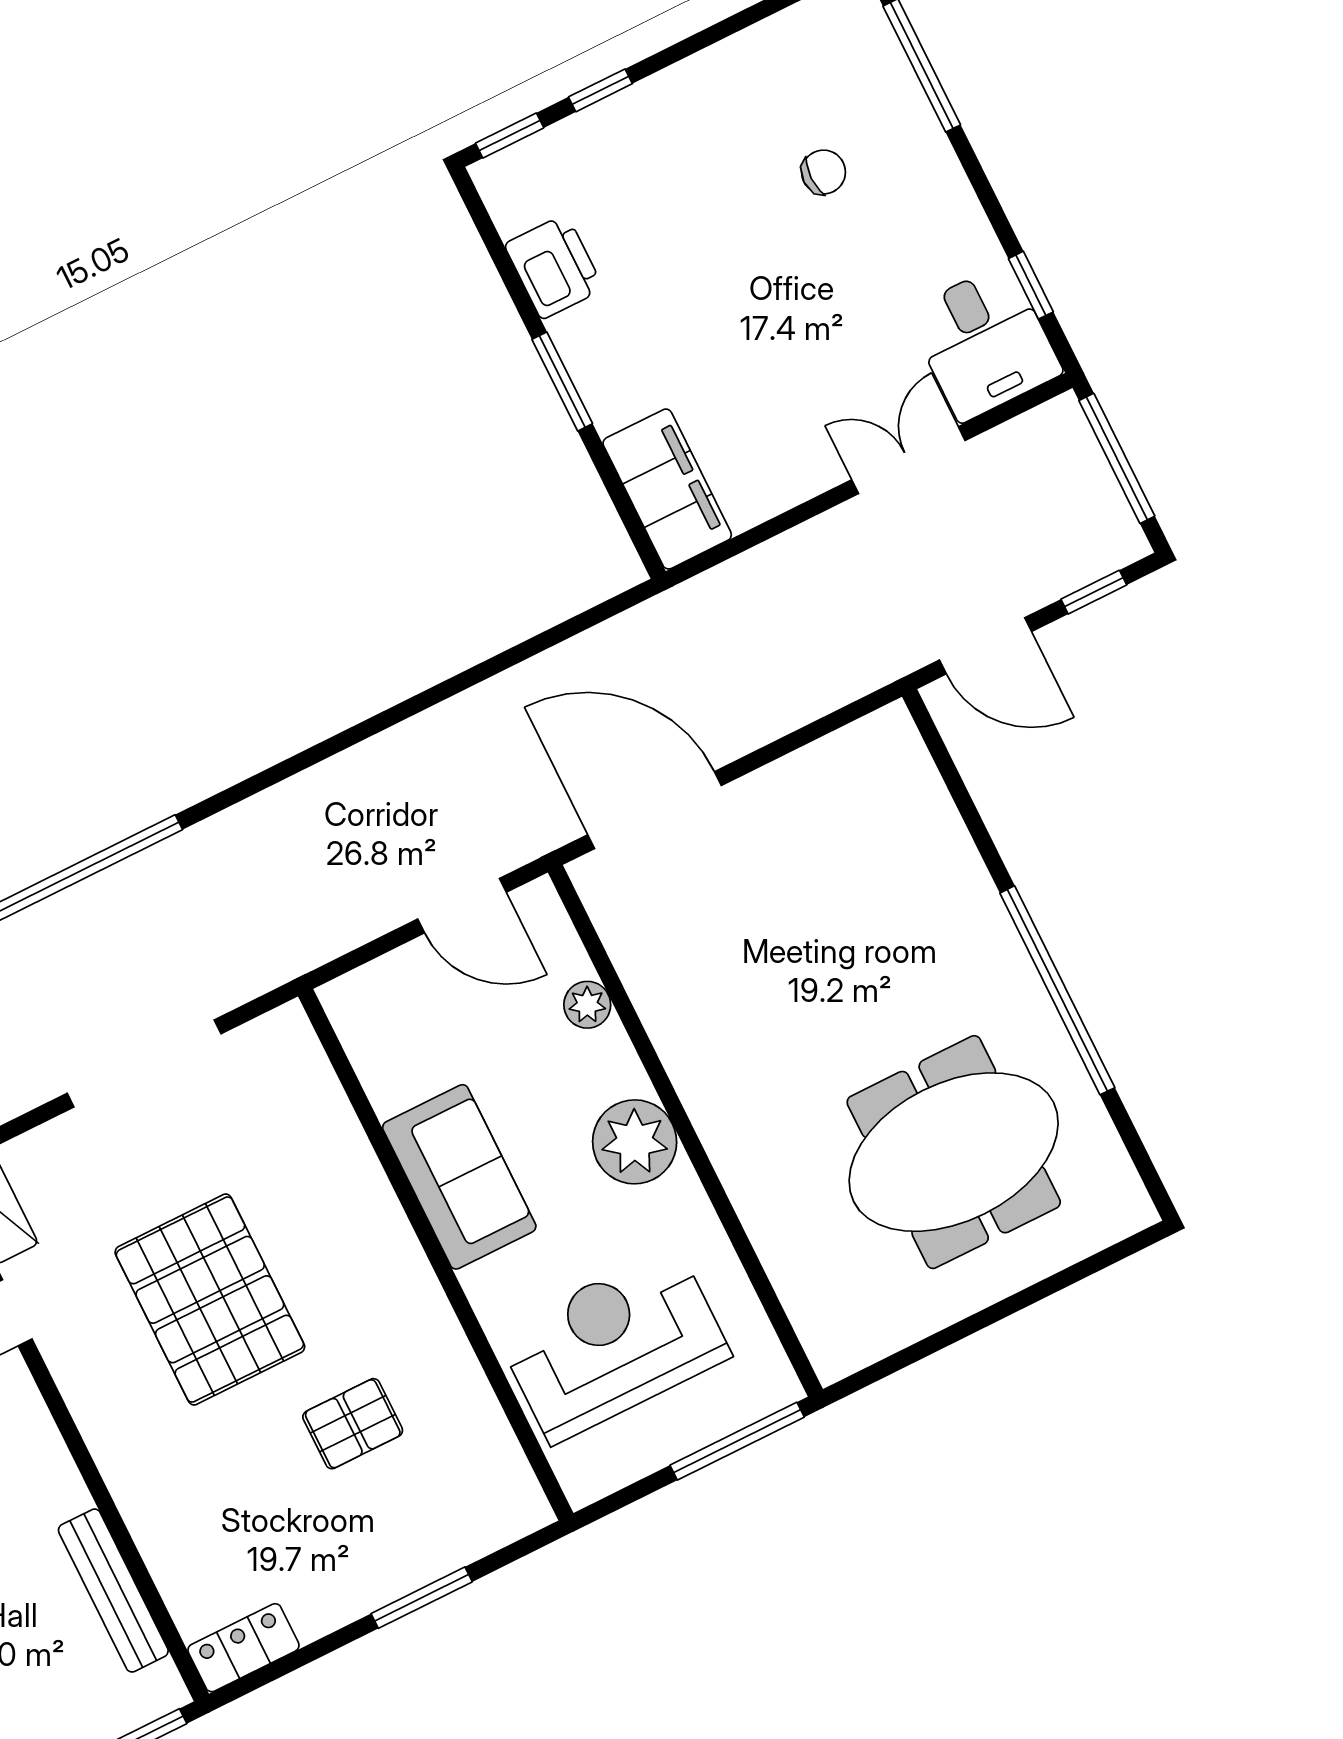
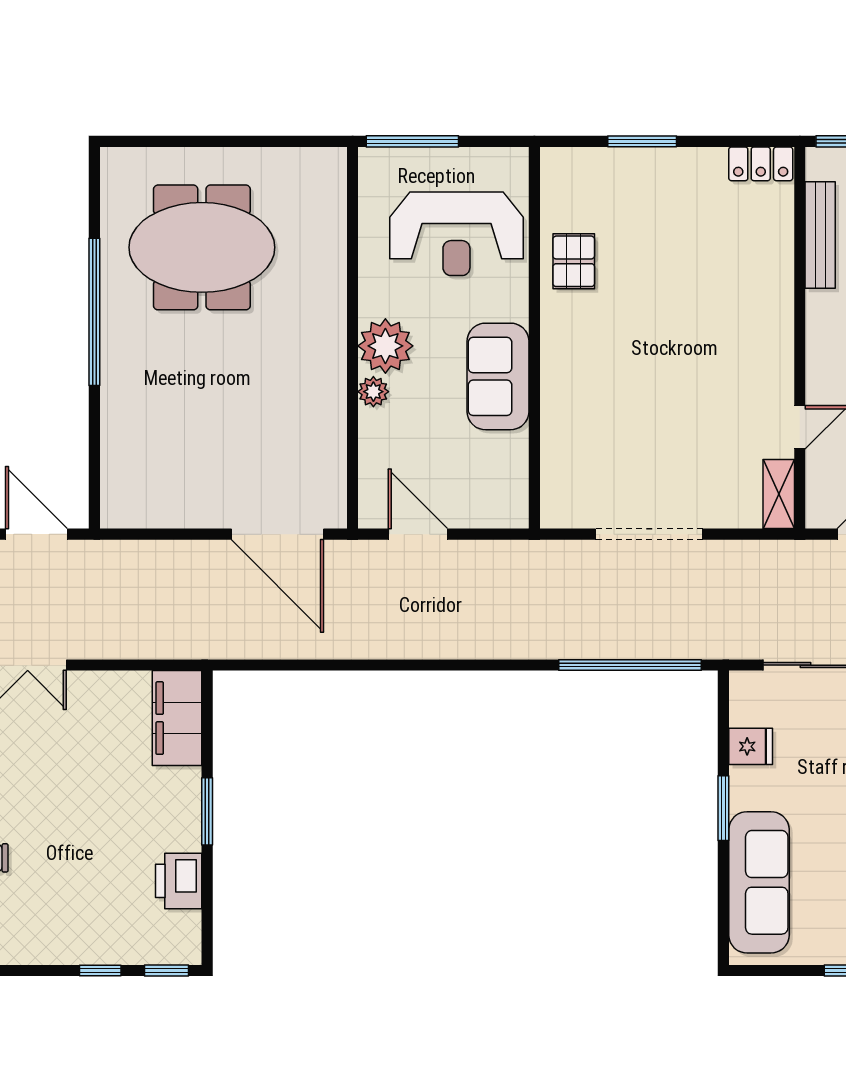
plant: (587, 1005) -> (373, 392), moved
pallet: (210, 1300) -> (679, 377), removed
pallet: (353, 1424) -> (574, 261), moved, turned 90

